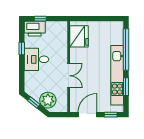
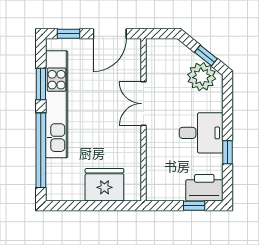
fridge: (79, 36) -> (104, 185), moved, turned 90
plant: (48, 100) -> (202, 77), moved

